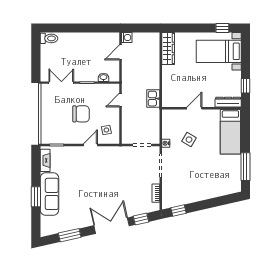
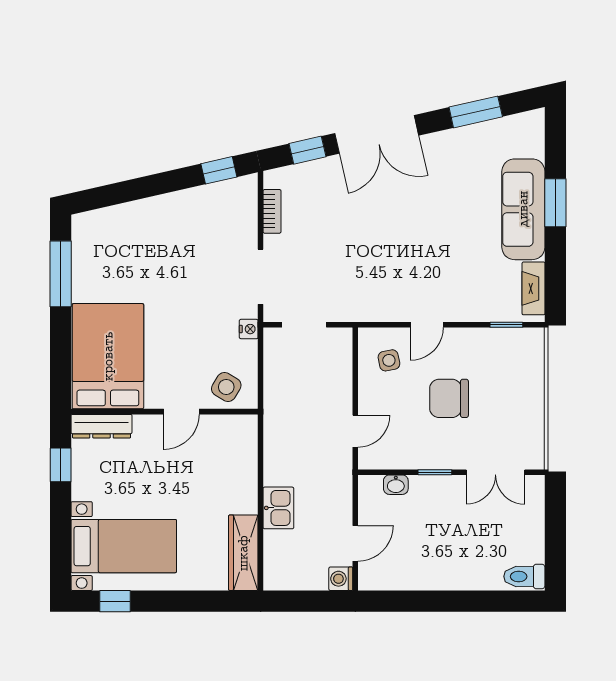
kitchen sink: (153, 99) -> (278, 508), moved
bed: (230, 132) -> (108, 356), width x1.50
side table: (189, 140) -> (226, 387), moved

